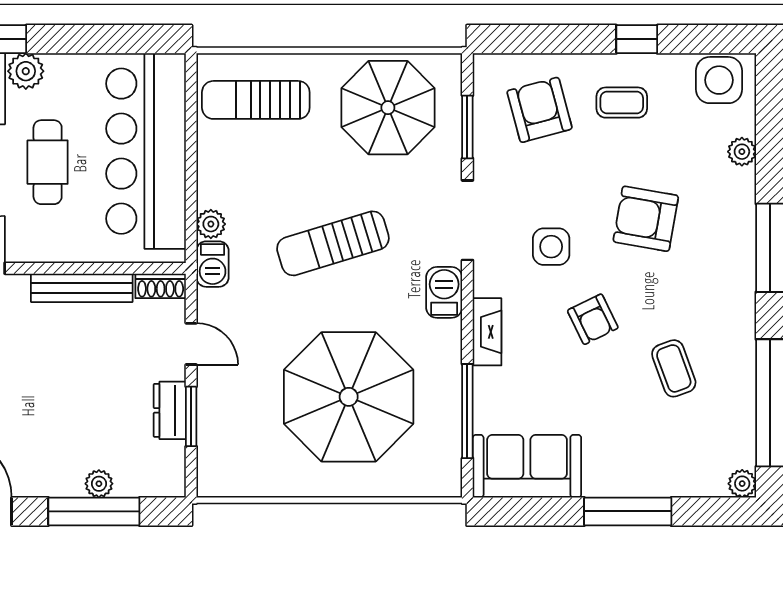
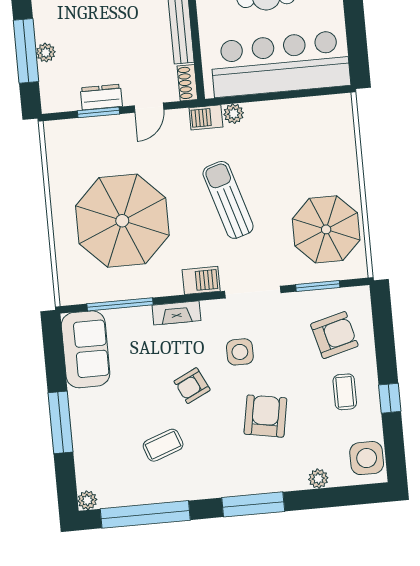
sun lounger: (256, 100) -> (323, 137), removed

